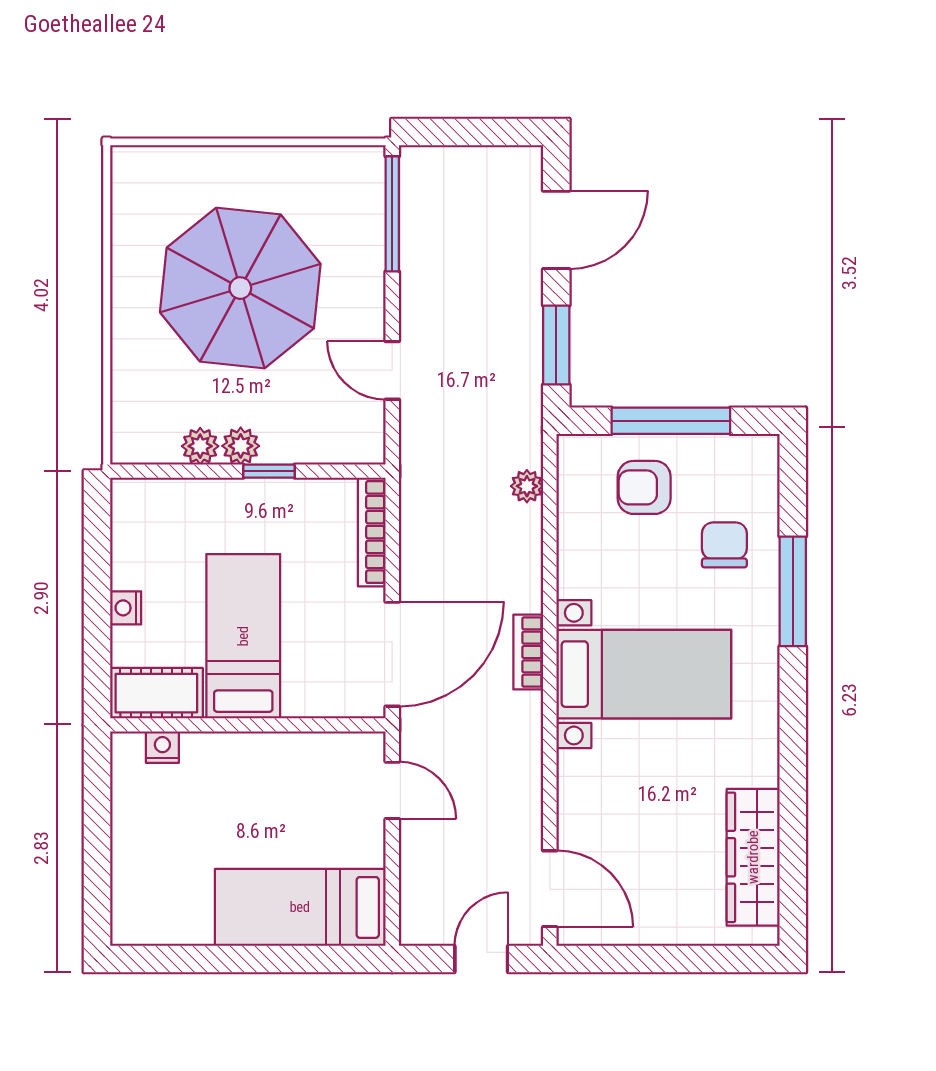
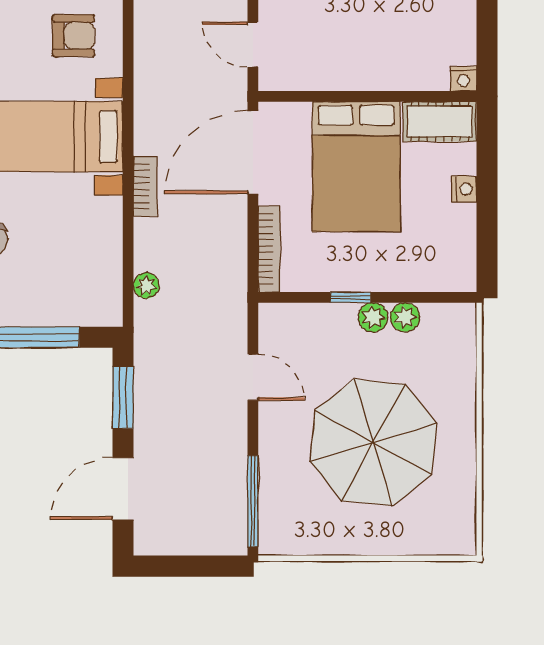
armchair: (644, 487) -> (73, 36), moved
bed: (243, 636) -> (356, 167), width x1.50
bookcase: (528, 652) -> (145, 186), moved
nightstand: (162, 747) -> (463, 79), moved

